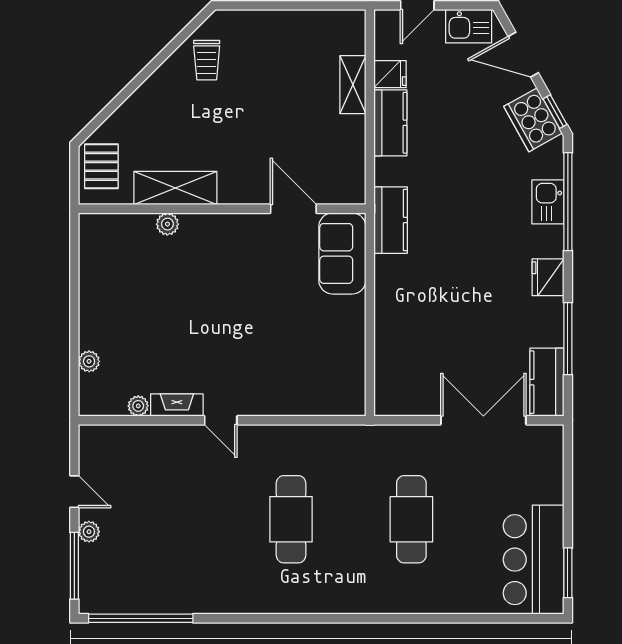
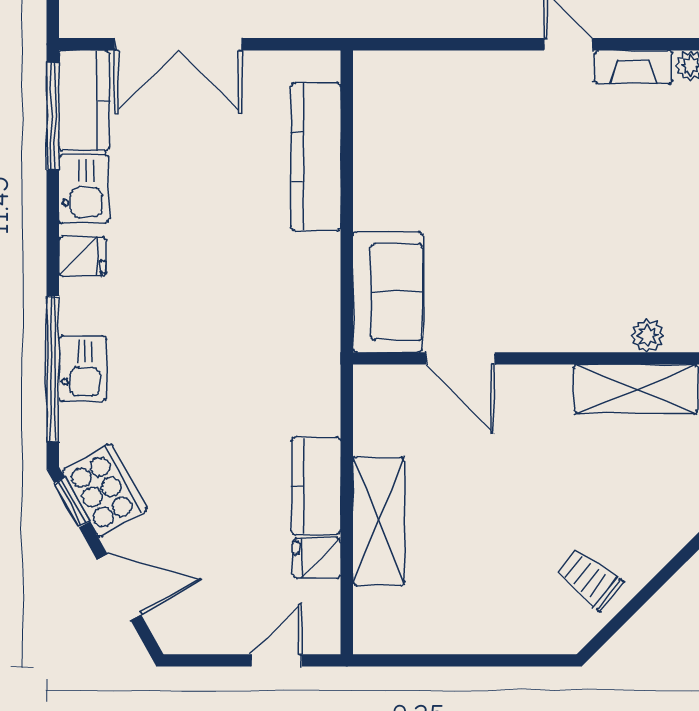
kitchen sink: (469, 26) -> (84, 189), moved, turned 90
trolley: (207, 60) -> (589, 579), turned -52
shelving: (353, 85) -> (379, 521), width x1.50, depth x1.33
kitchen counter: (391, 220) -> (316, 157), moved, width x1.50
fridge: (548, 277) -> (82, 257), width x0.72
window: (568, 339) -> (53, 116), moved

